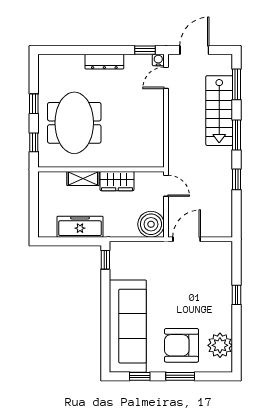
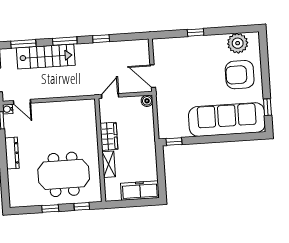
boiler: (151, 224) -> (147, 101), width x0.54, depth x0.54
freezer: (80, 227) -> (140, 190), moved, turned 90
armchair: (181, 345) -> (240, 75), turned 90
window: (180, 376) -> (265, 74), removed

